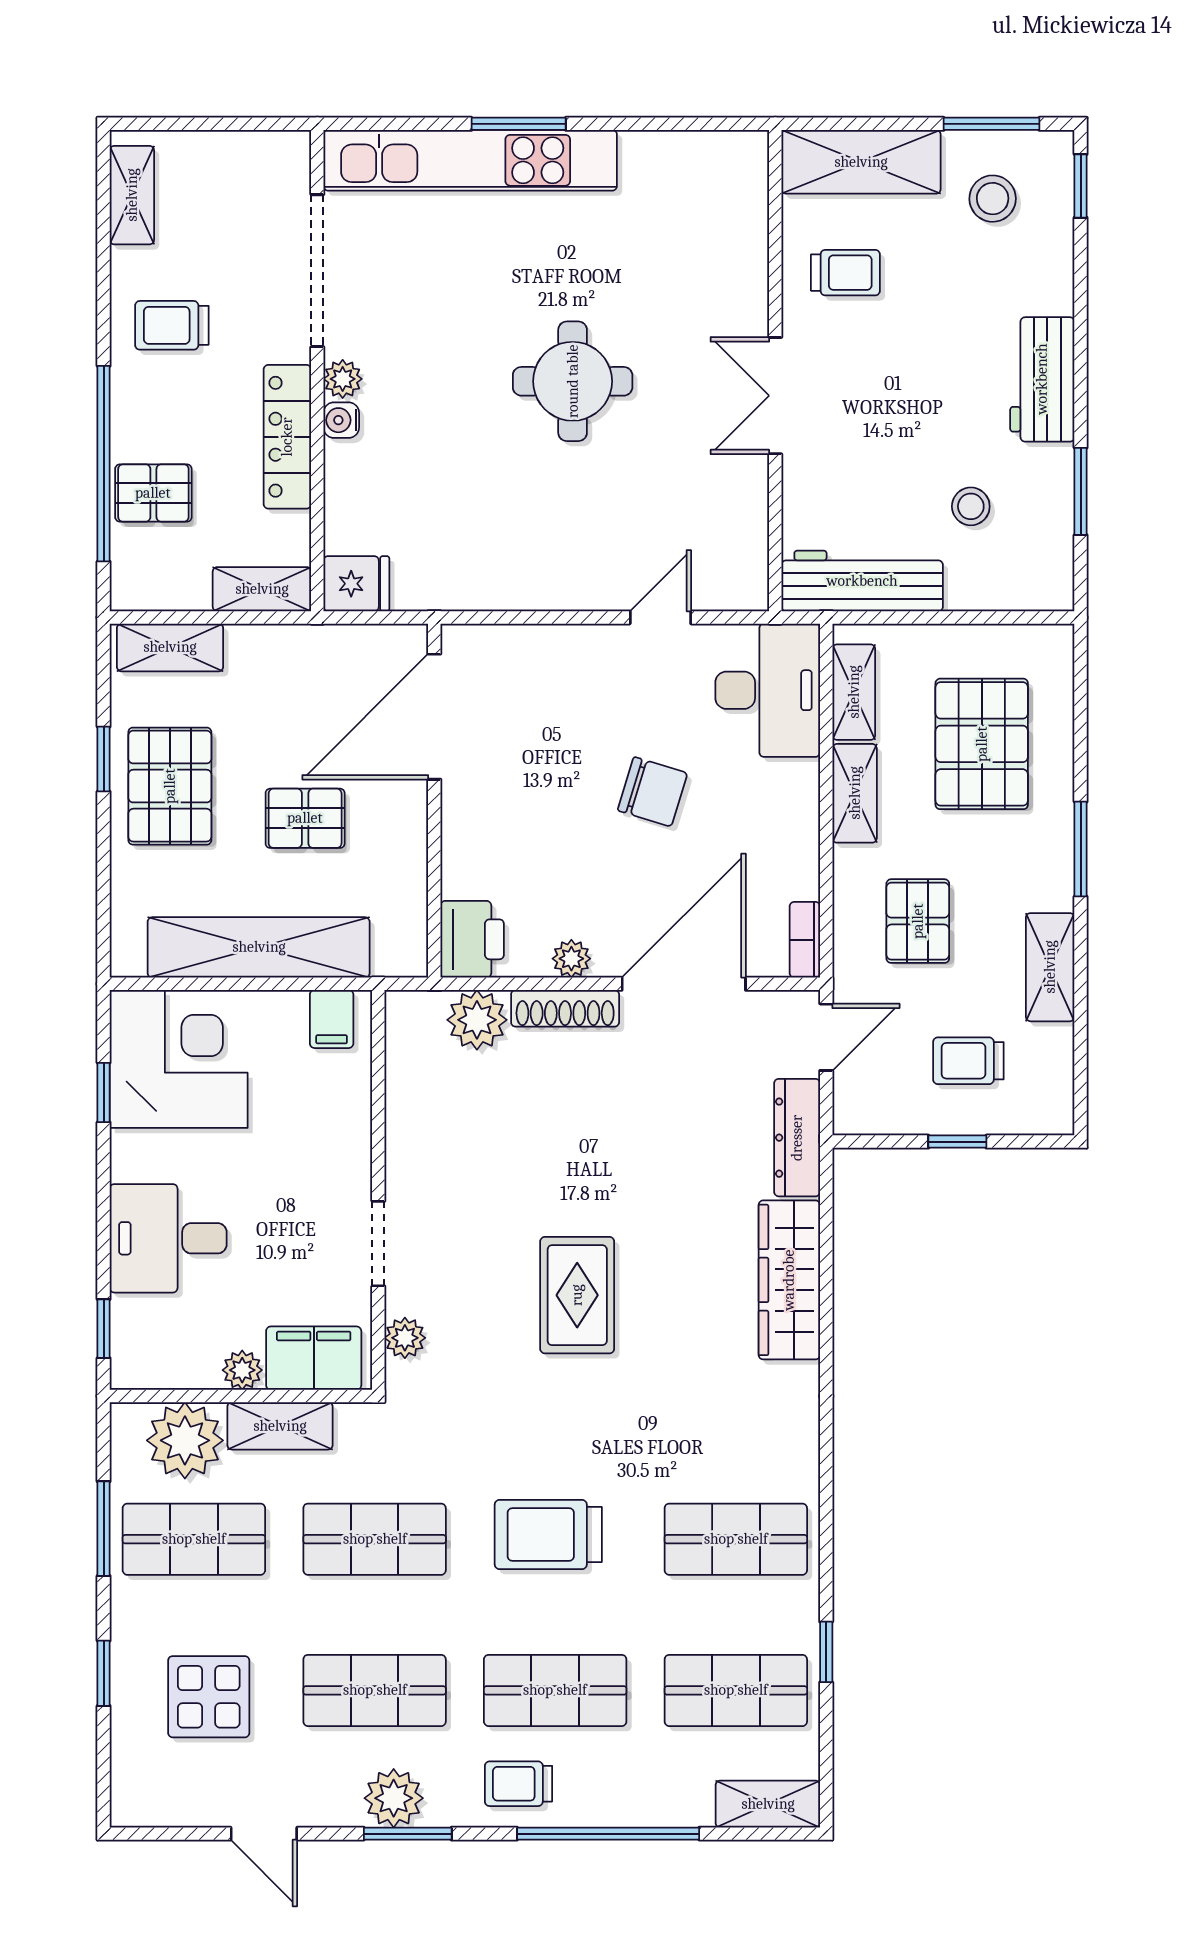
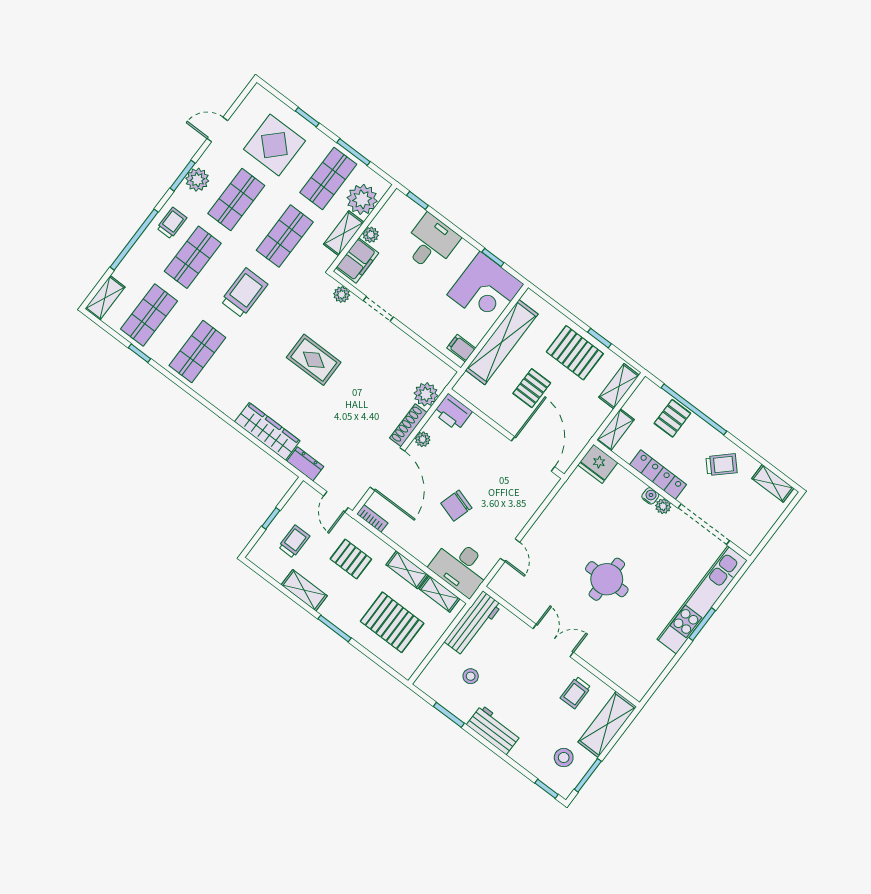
trolley: (172, 325) -> (721, 465), turned 47
fridge: (356, 584) -> (598, 464), width x1.38
dresser: (797, 1138) -> (305, 464), width x0.70
display table: (209, 1697) -> (274, 145), width x1.36, depth x1.36

